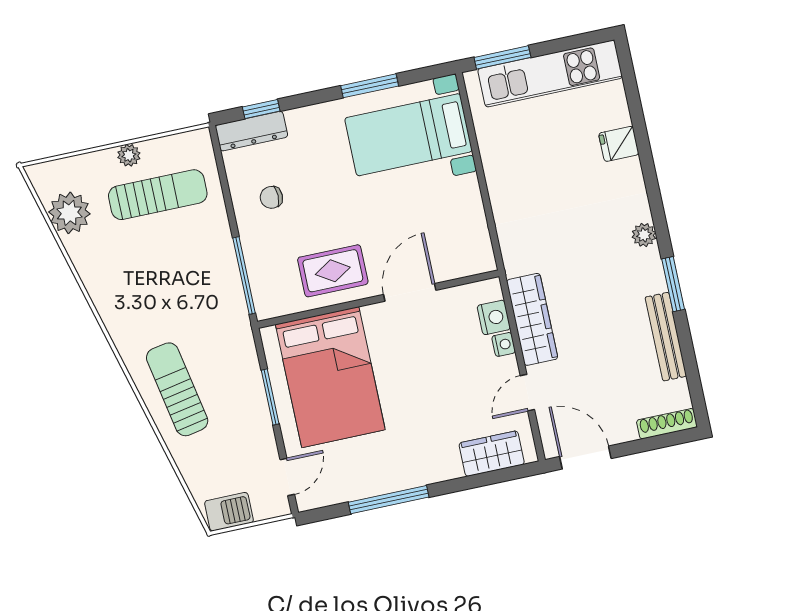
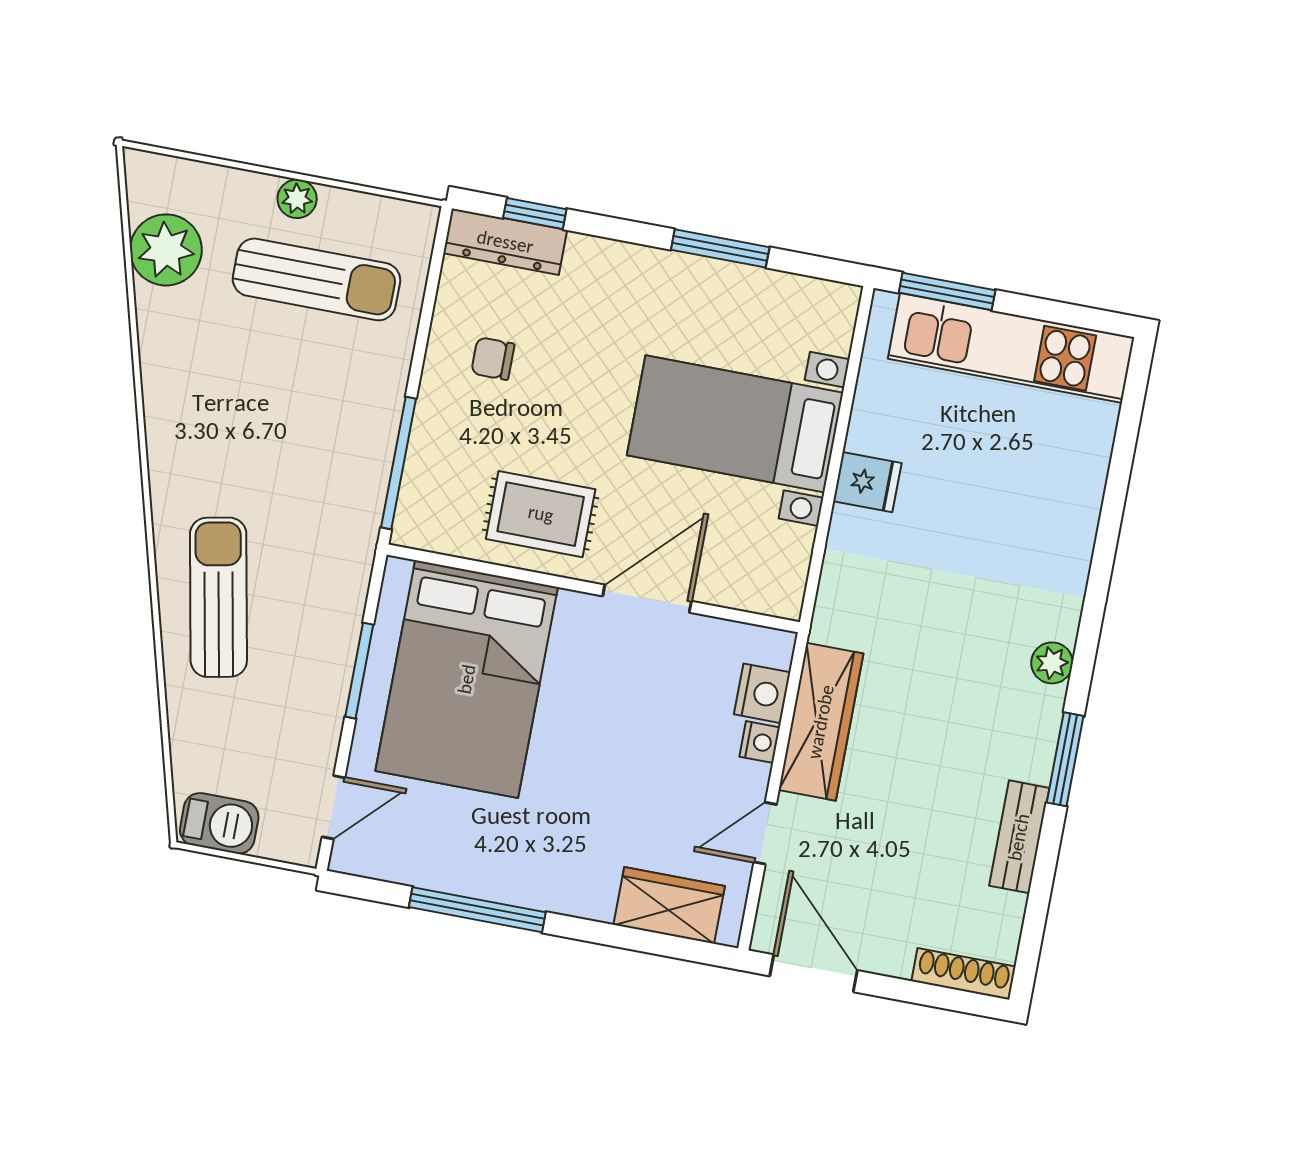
bed with nightstands: (408, 135) -> (735, 424), moved
fridge: (619, 144) -> (867, 482), moved, turned 180
bench: (666, 337) -> (1019, 837), width x0.73

